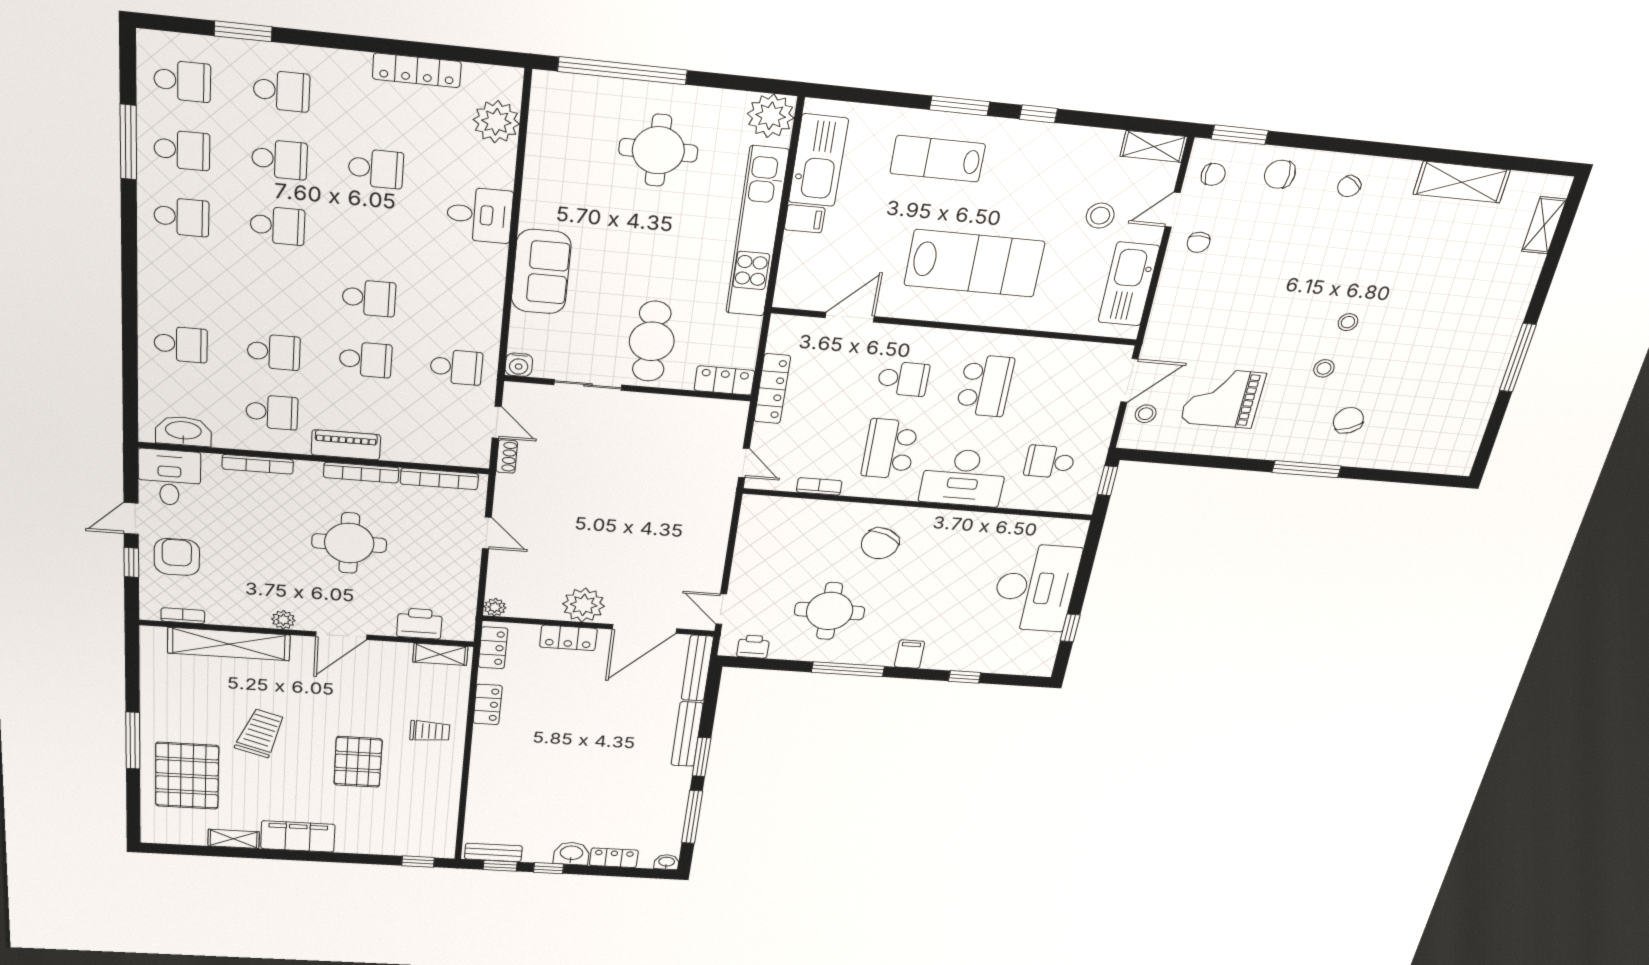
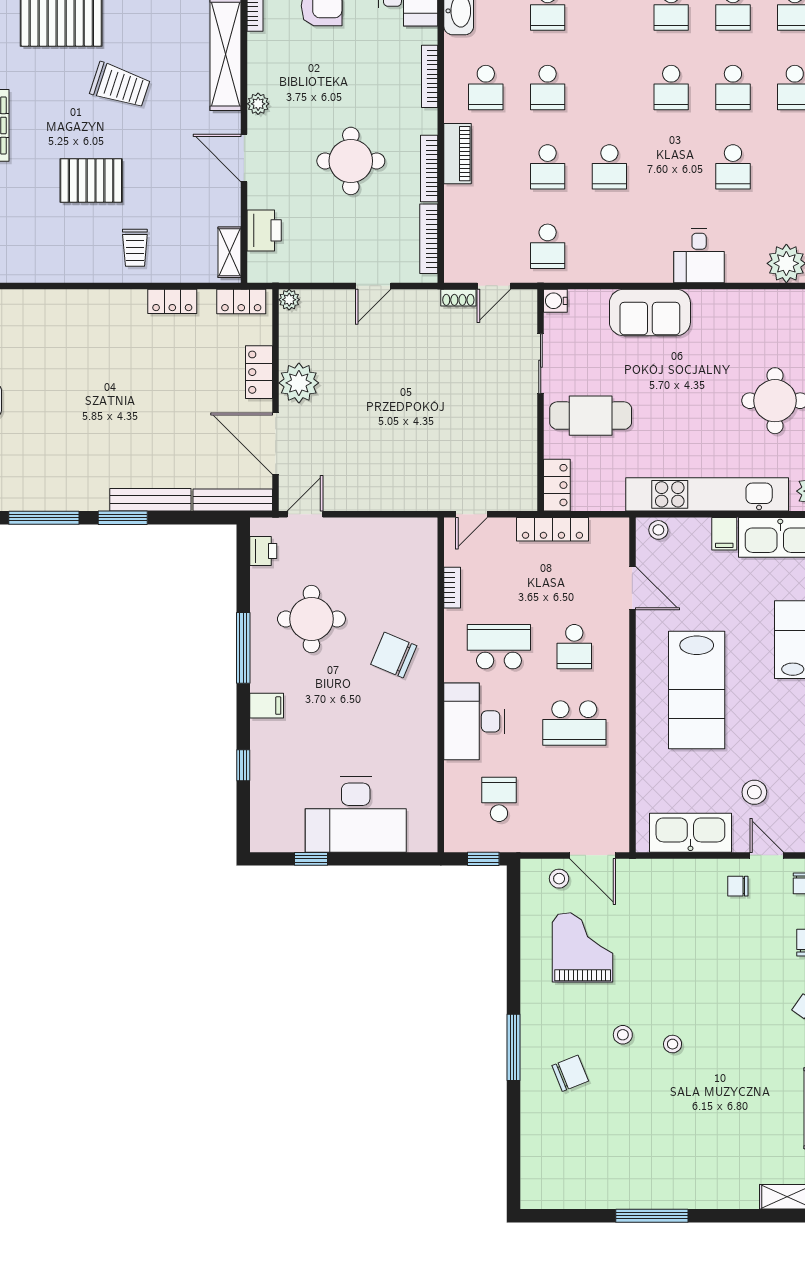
stool: (789, 285) -> (658, 530), added

